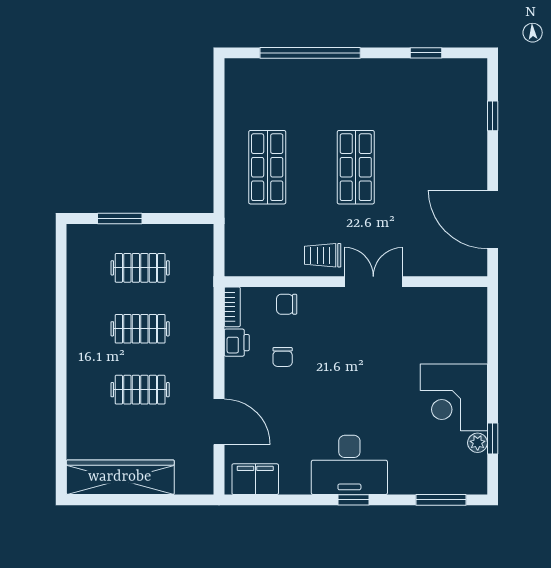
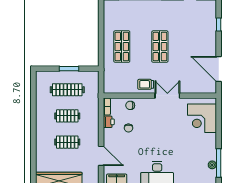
window: (120, 218) -> (69, 69), moved
clothes rail: (140, 268) -> (67, 90), width x1.36
corner desk: (454, 397) -> (202, 118), moved
window: (493, 438) -> (219, 163), width x2.17

